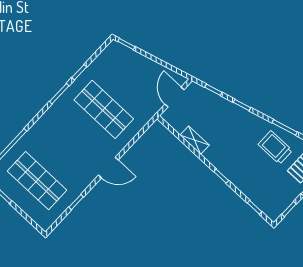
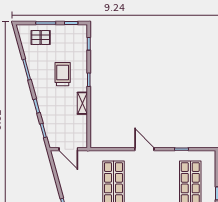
door: (174, 97) -> (68, 149), hinge flipped
shelving: (195, 140) -> (82, 103), moved
trolley: (275, 147) -> (63, 74), moved, turned 180

